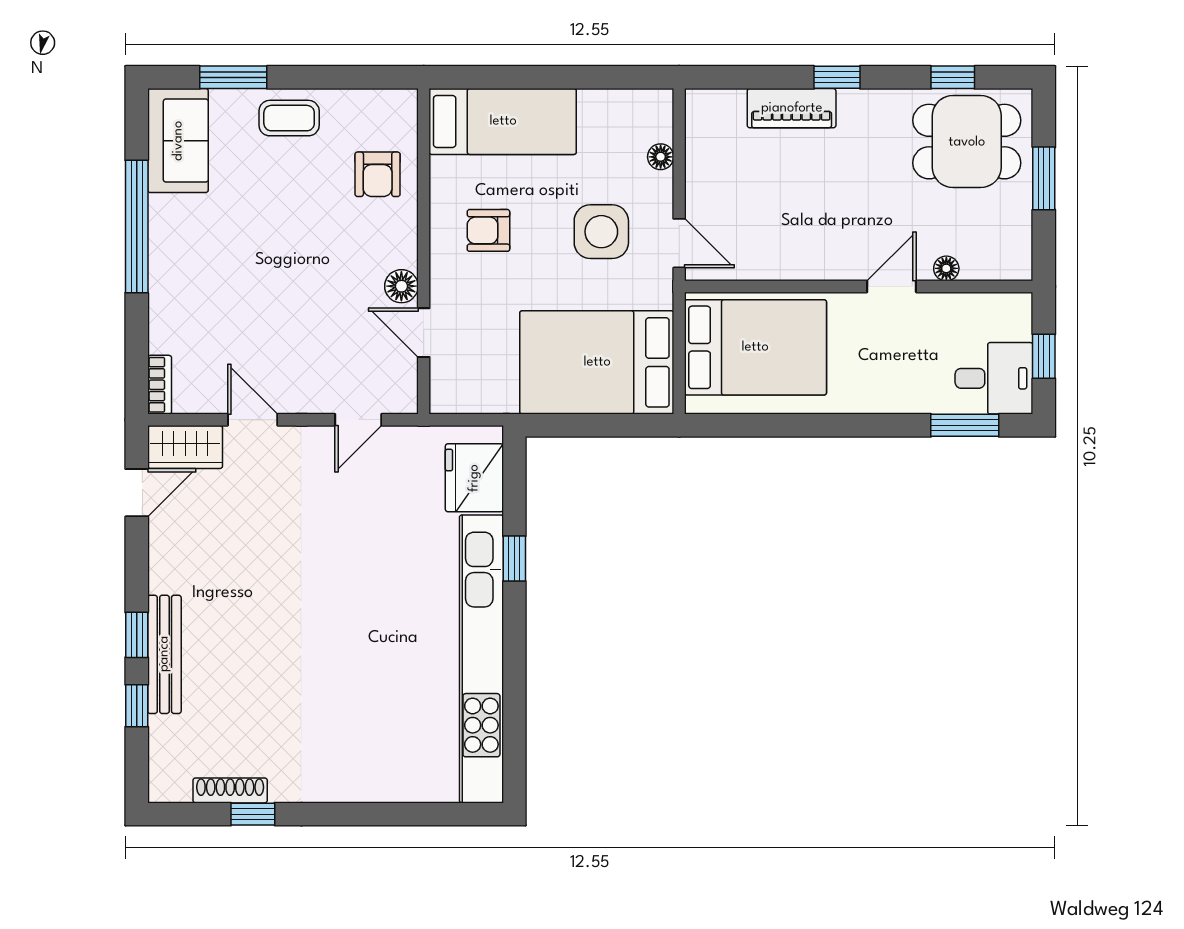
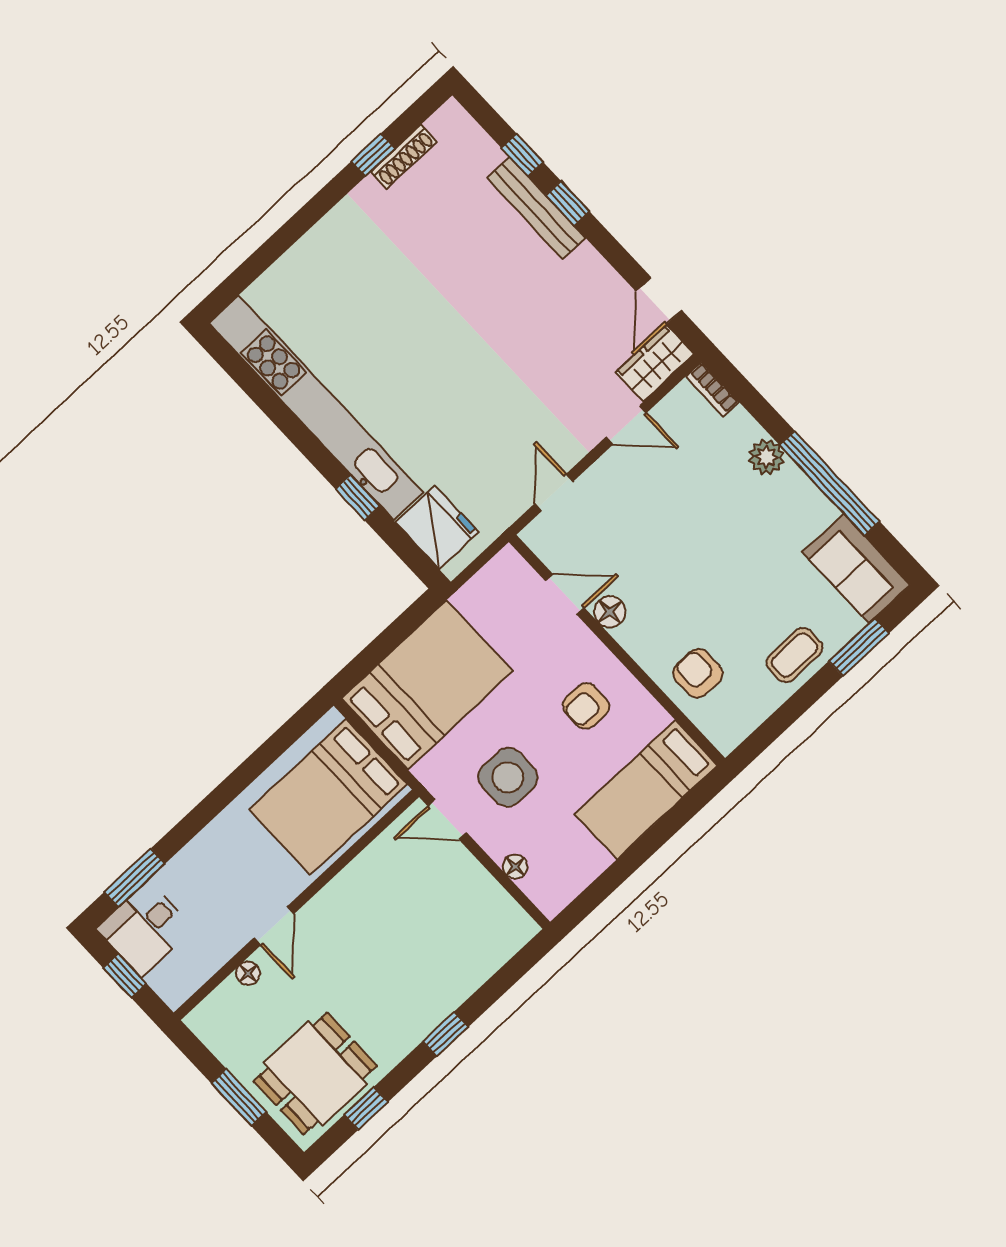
piano: (792, 108) -> (457, 984), removed
armchair: (488, 230) -> (586, 706), turned 180
plant: (167, 293) -> (766, 457), added

